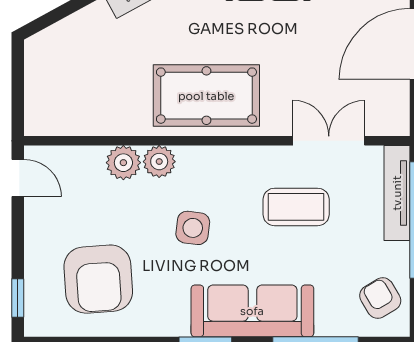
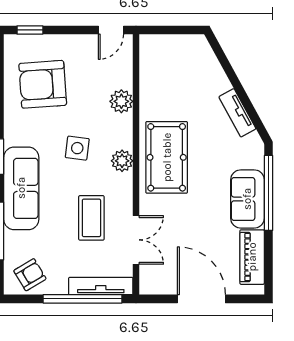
plant: (159, 162) -> (122, 161), moved

